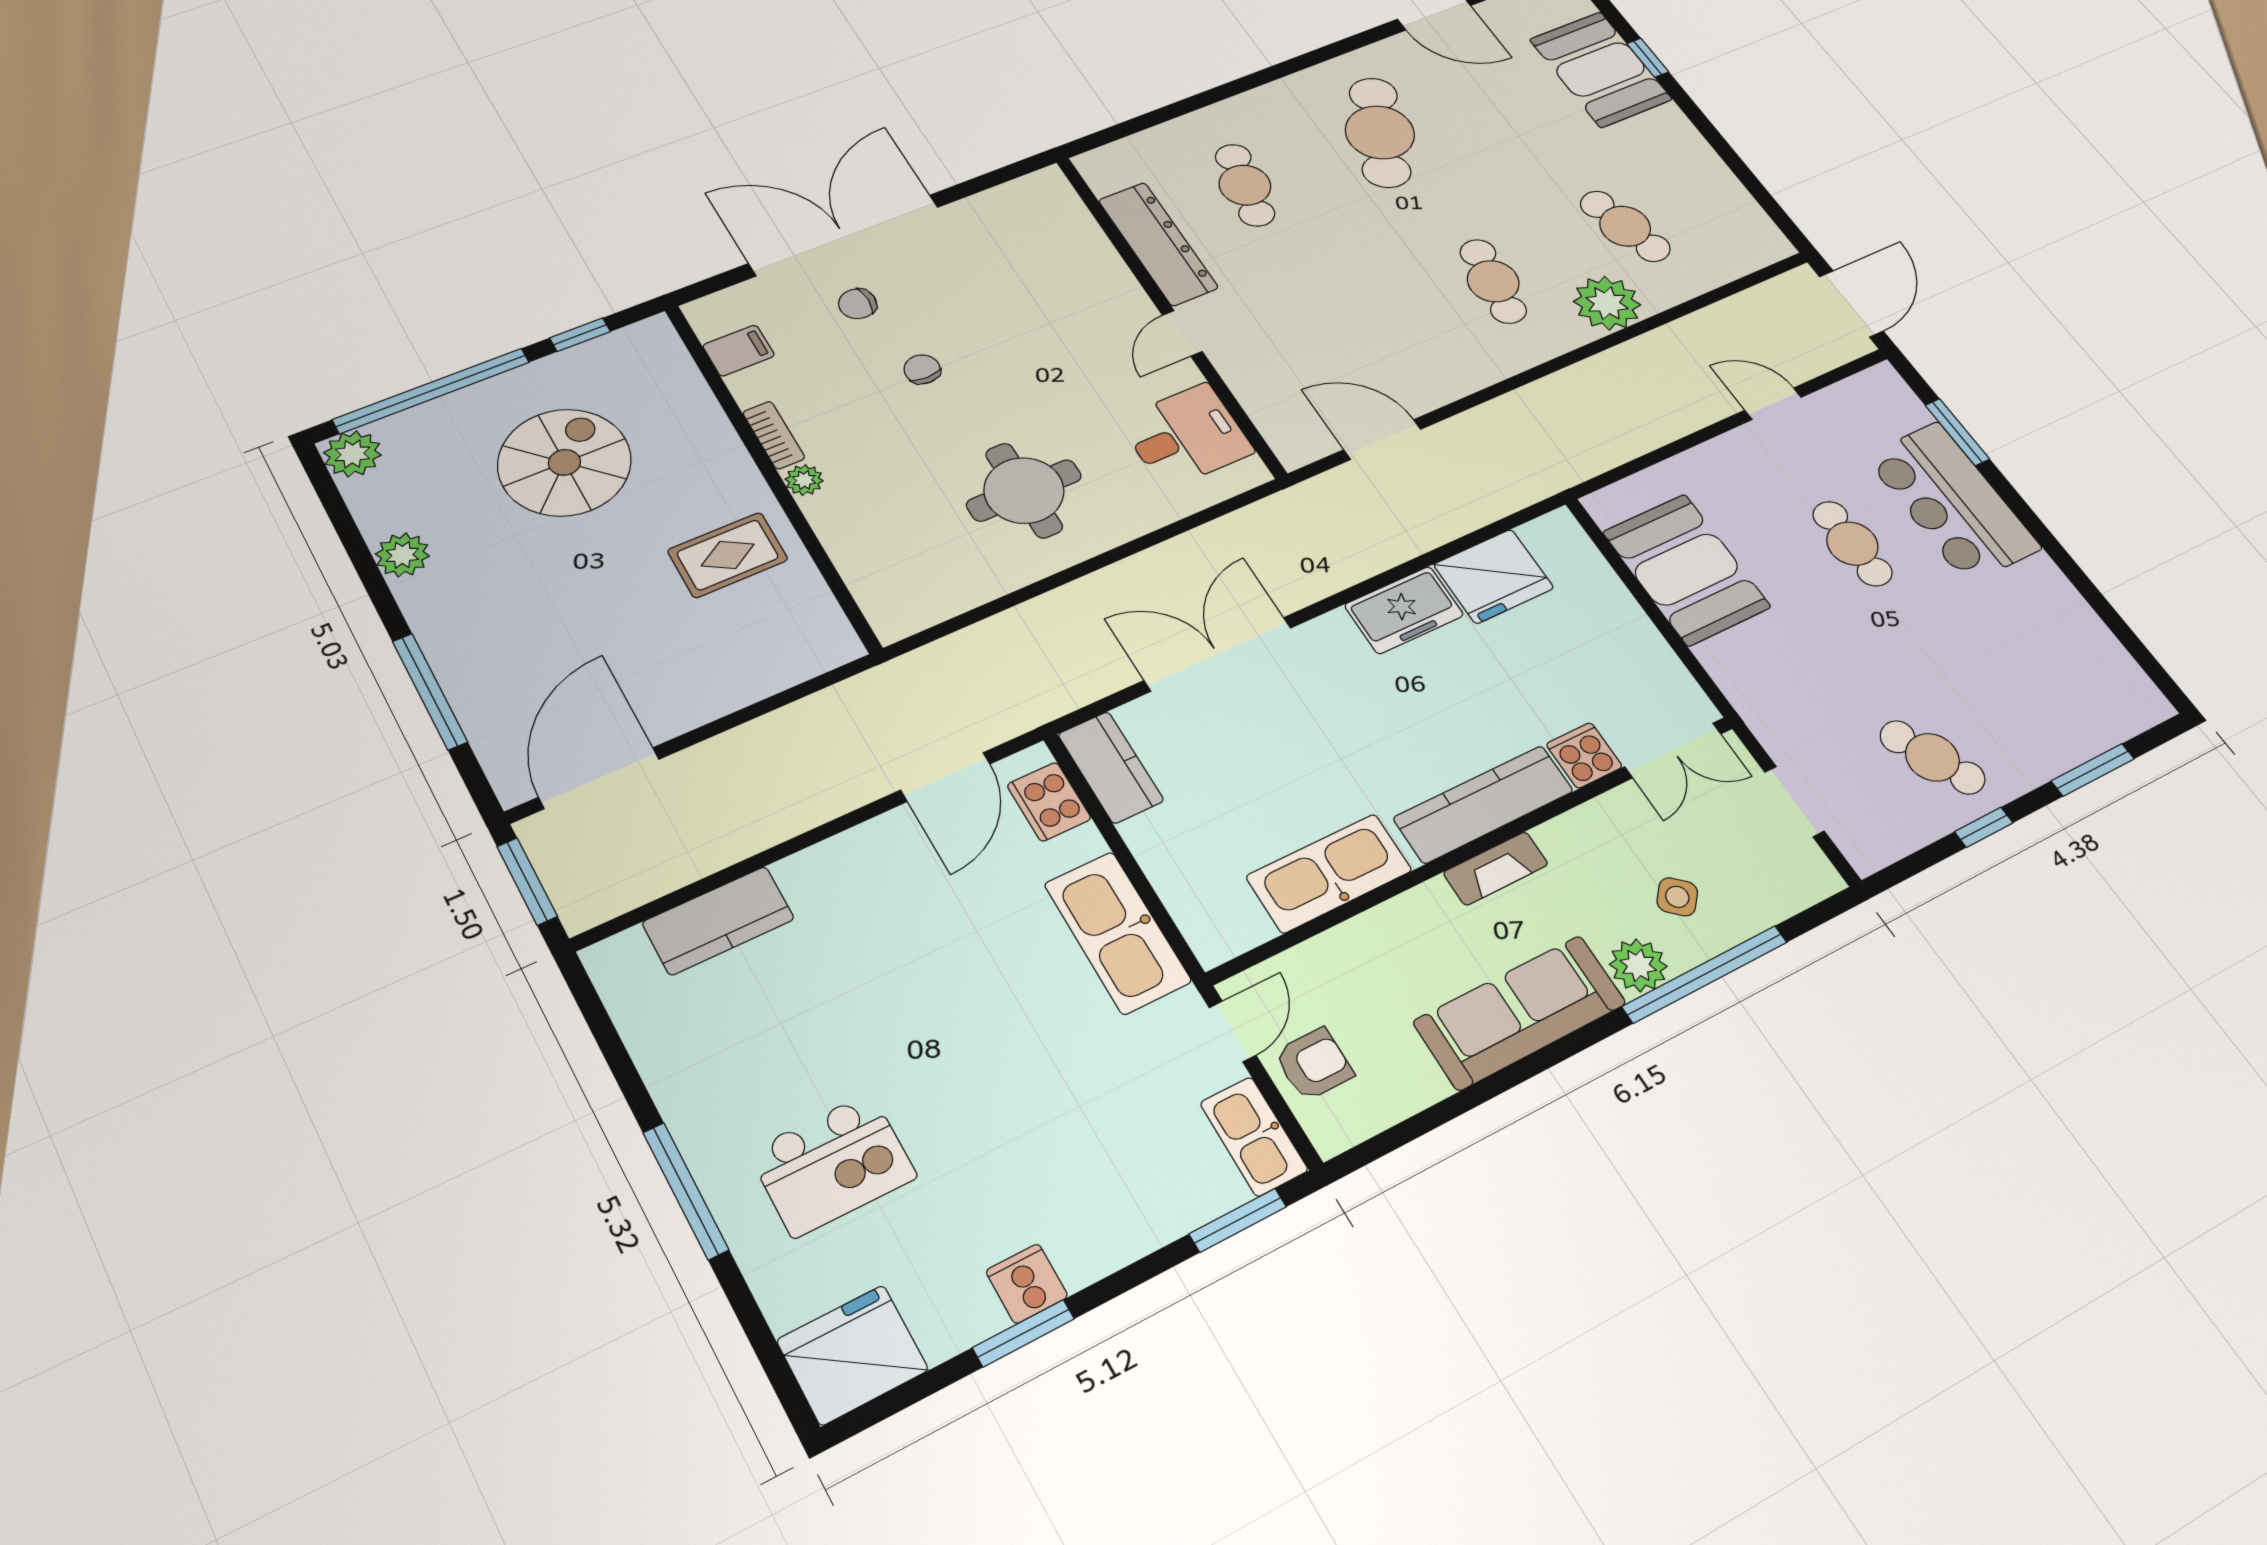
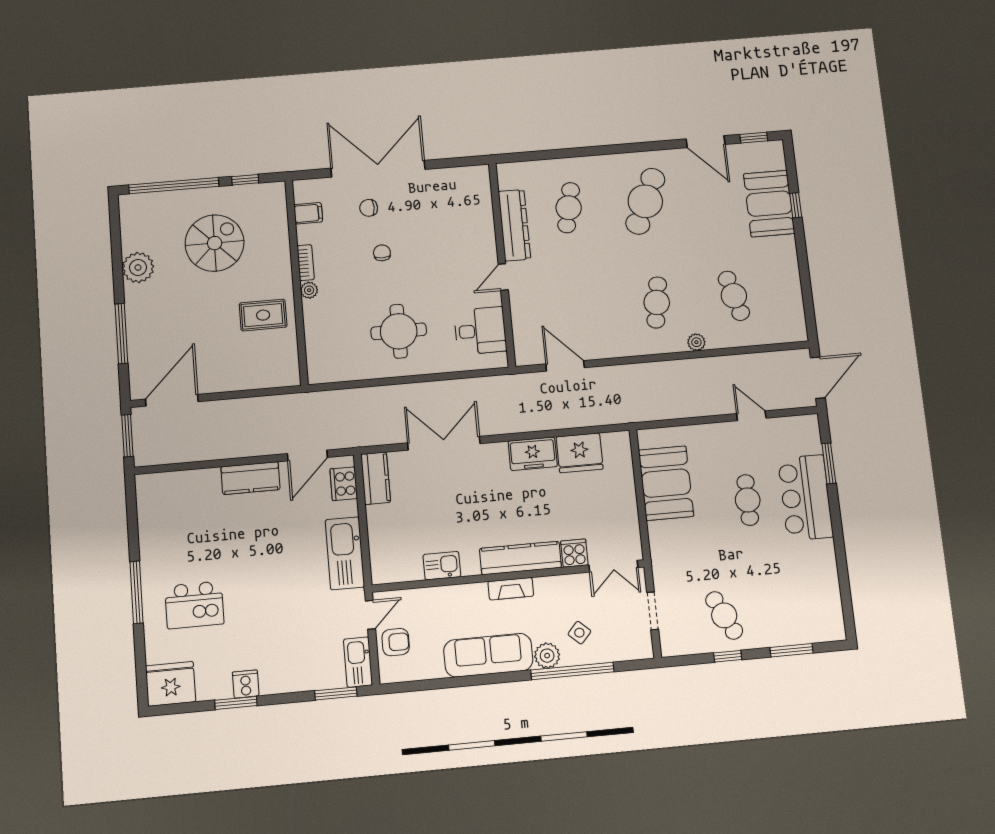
plant: (1607, 303) -> (696, 342), width x0.53, depth x0.53
plant: (352, 454) -> (131, 206), removed
plant: (402, 555) -> (138, 267), width x1.36, depth x1.36
kitchen sink: (1329, 873) -> (442, 566), width x0.53, depth x0.81
kitchen counter: (718, 921) -> (250, 478), moved

